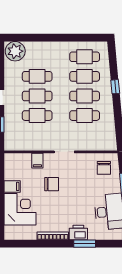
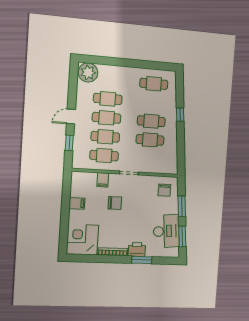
cafe table: (85, 76) -> (104, 156), moved
corner desk: (20, 209) -> (82, 240), moved, turned -90

